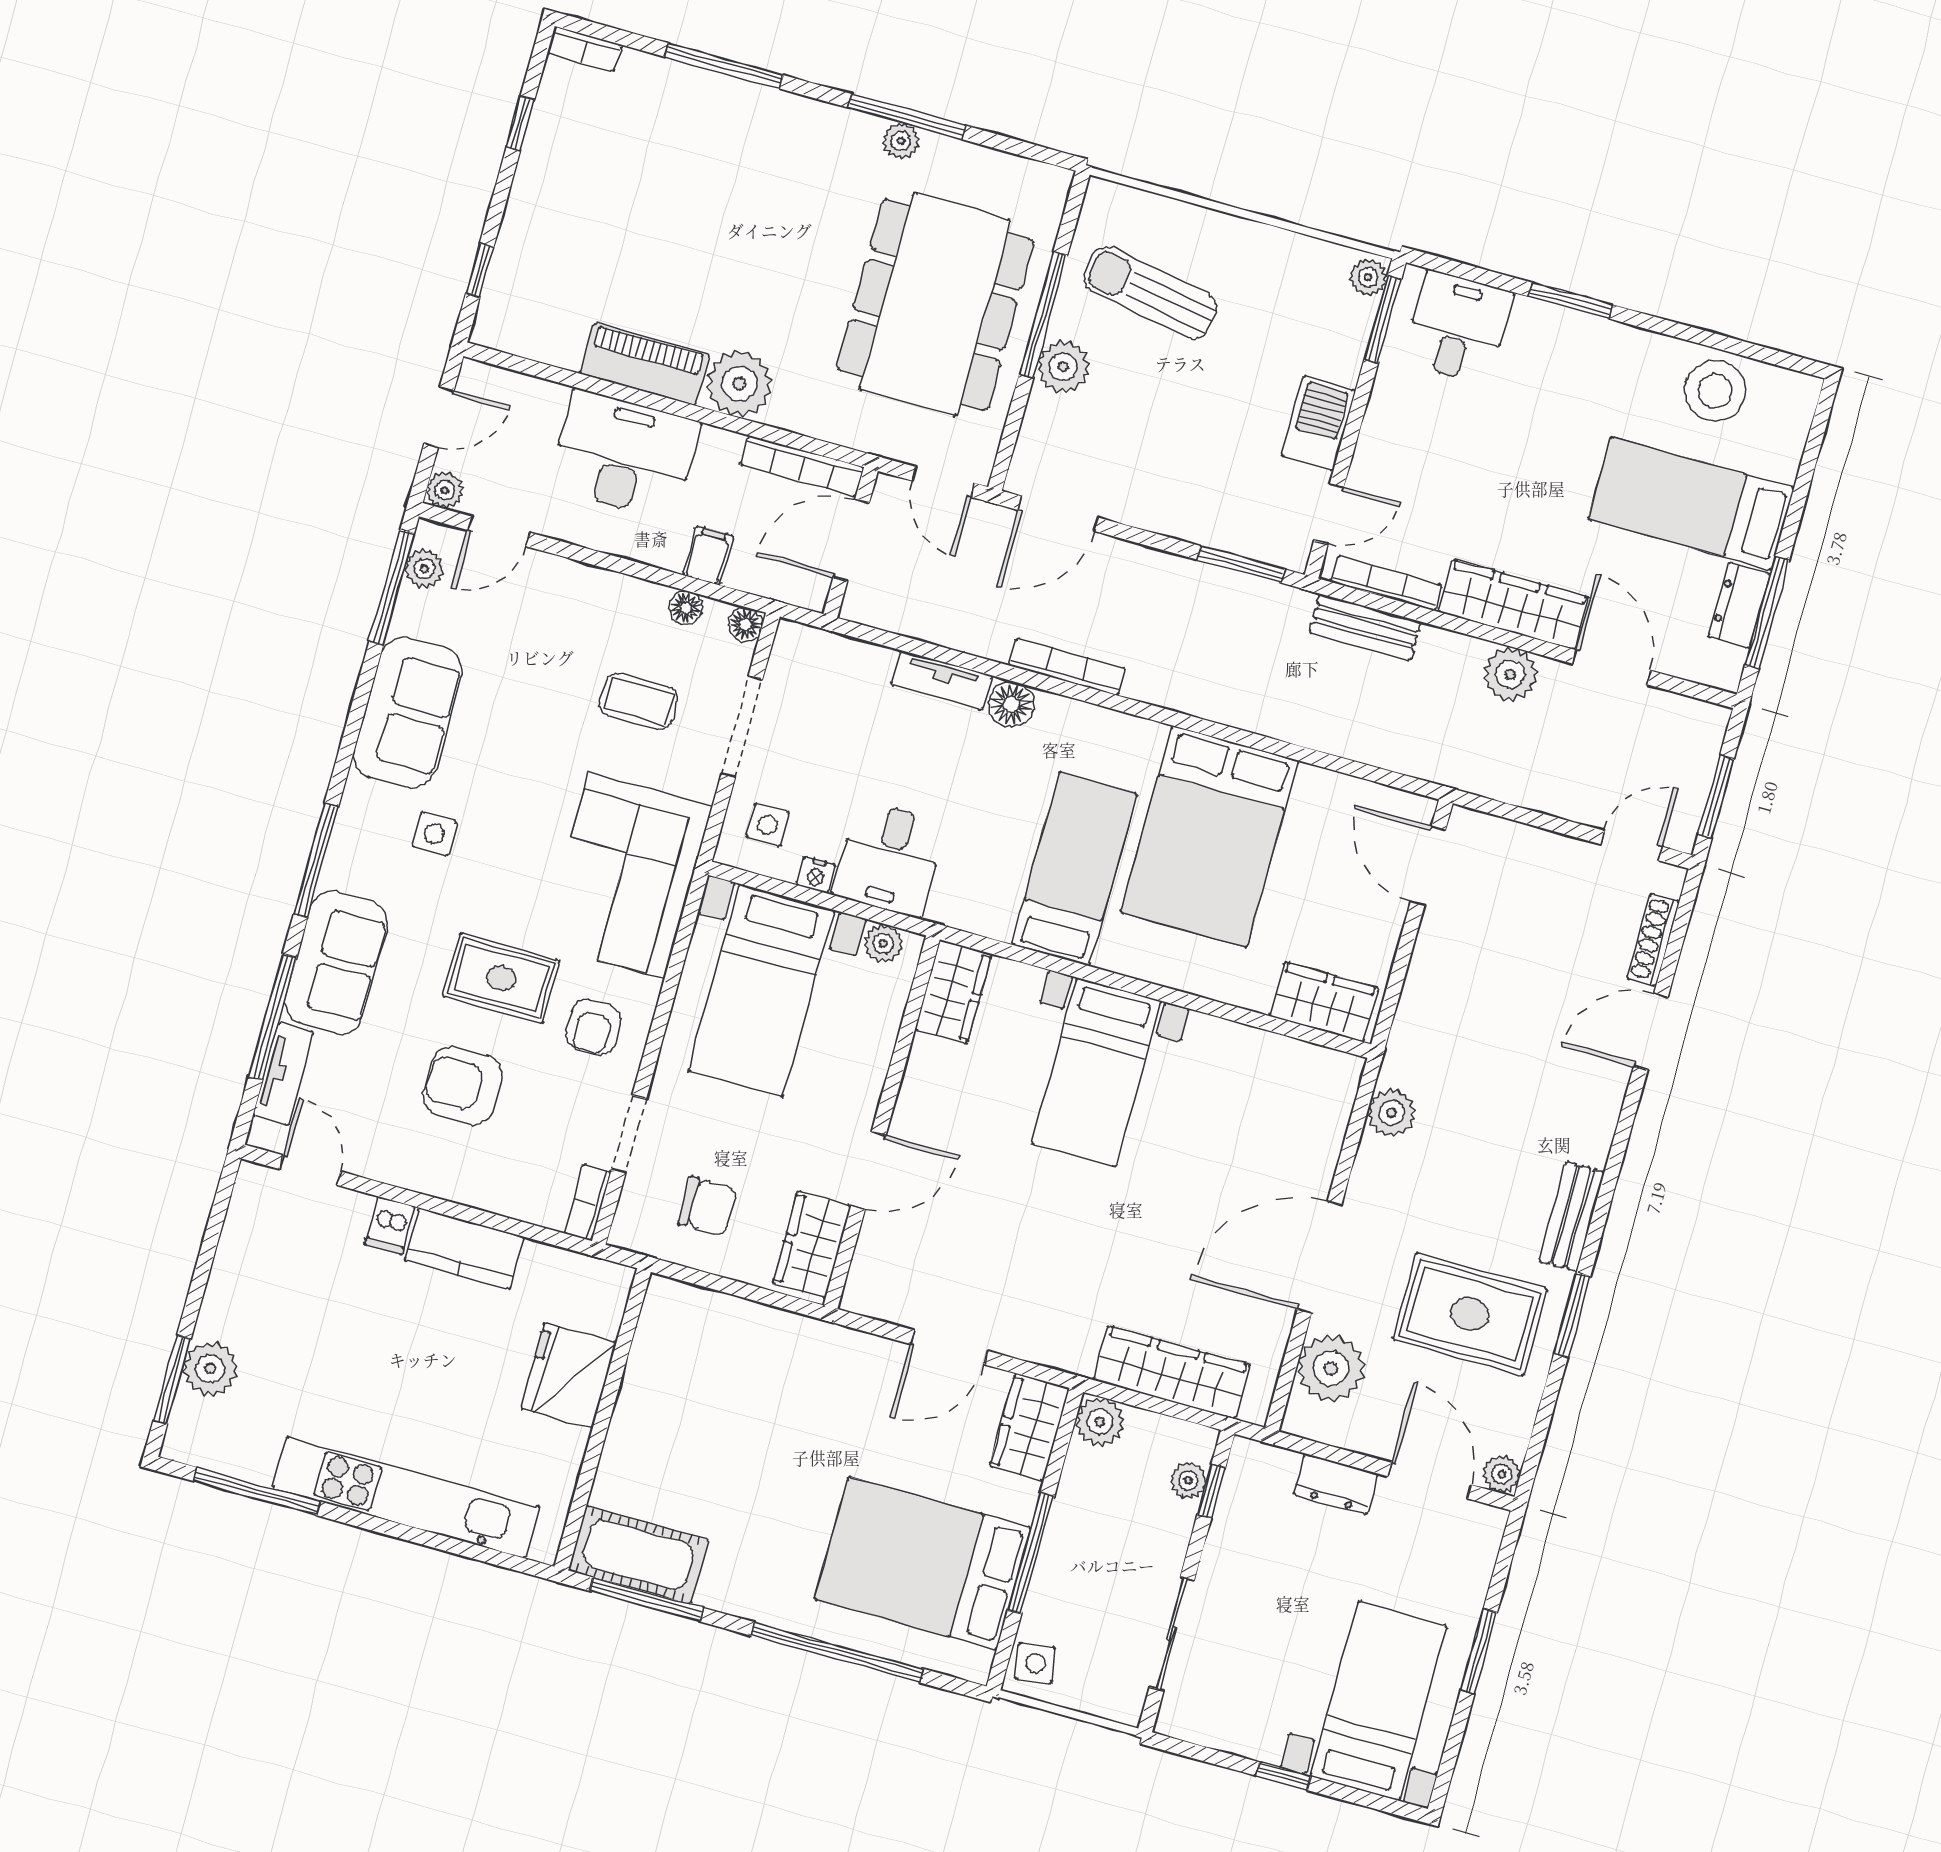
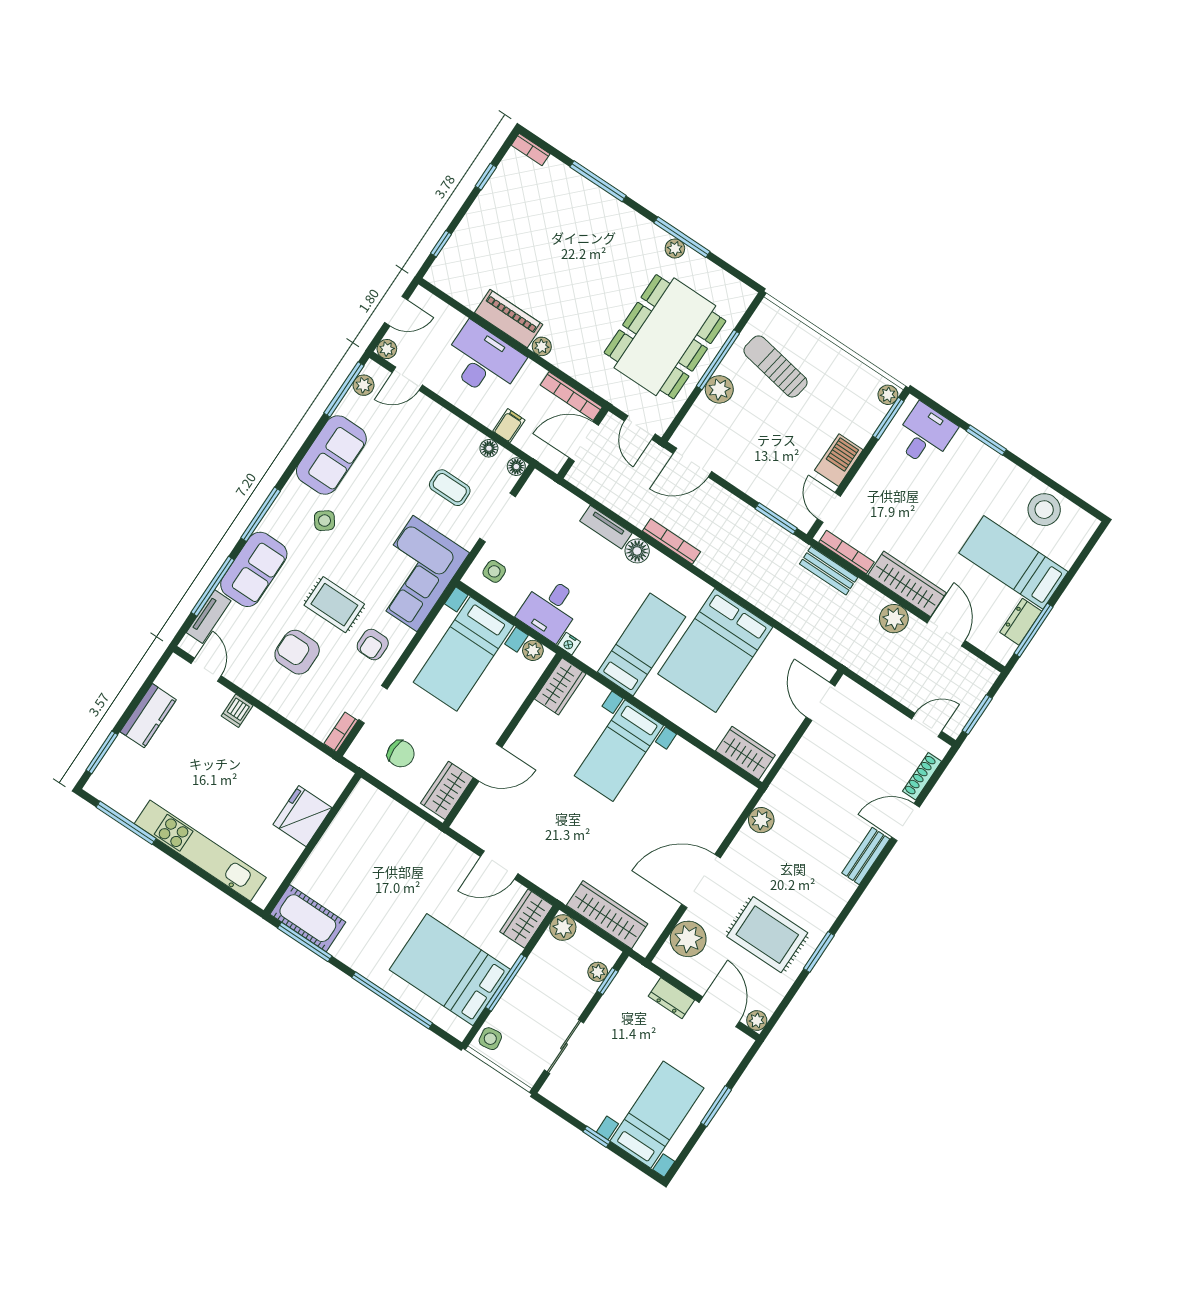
plant: (739, 384) -> (542, 346), width x0.53, depth x0.53
door: (1329, 514) -> (829, 508), swing flipped
side table: (434, 834) -> (324, 521), turned -37
nightstand: (816, 875) -> (569, 644), moved
bench: (1572, 1217) -> (866, 856), moved
kitchen counter: (464, 1249) -> (148, 716), moved, turned -90
plant: (210, 1369) -> (123, 753), removed

